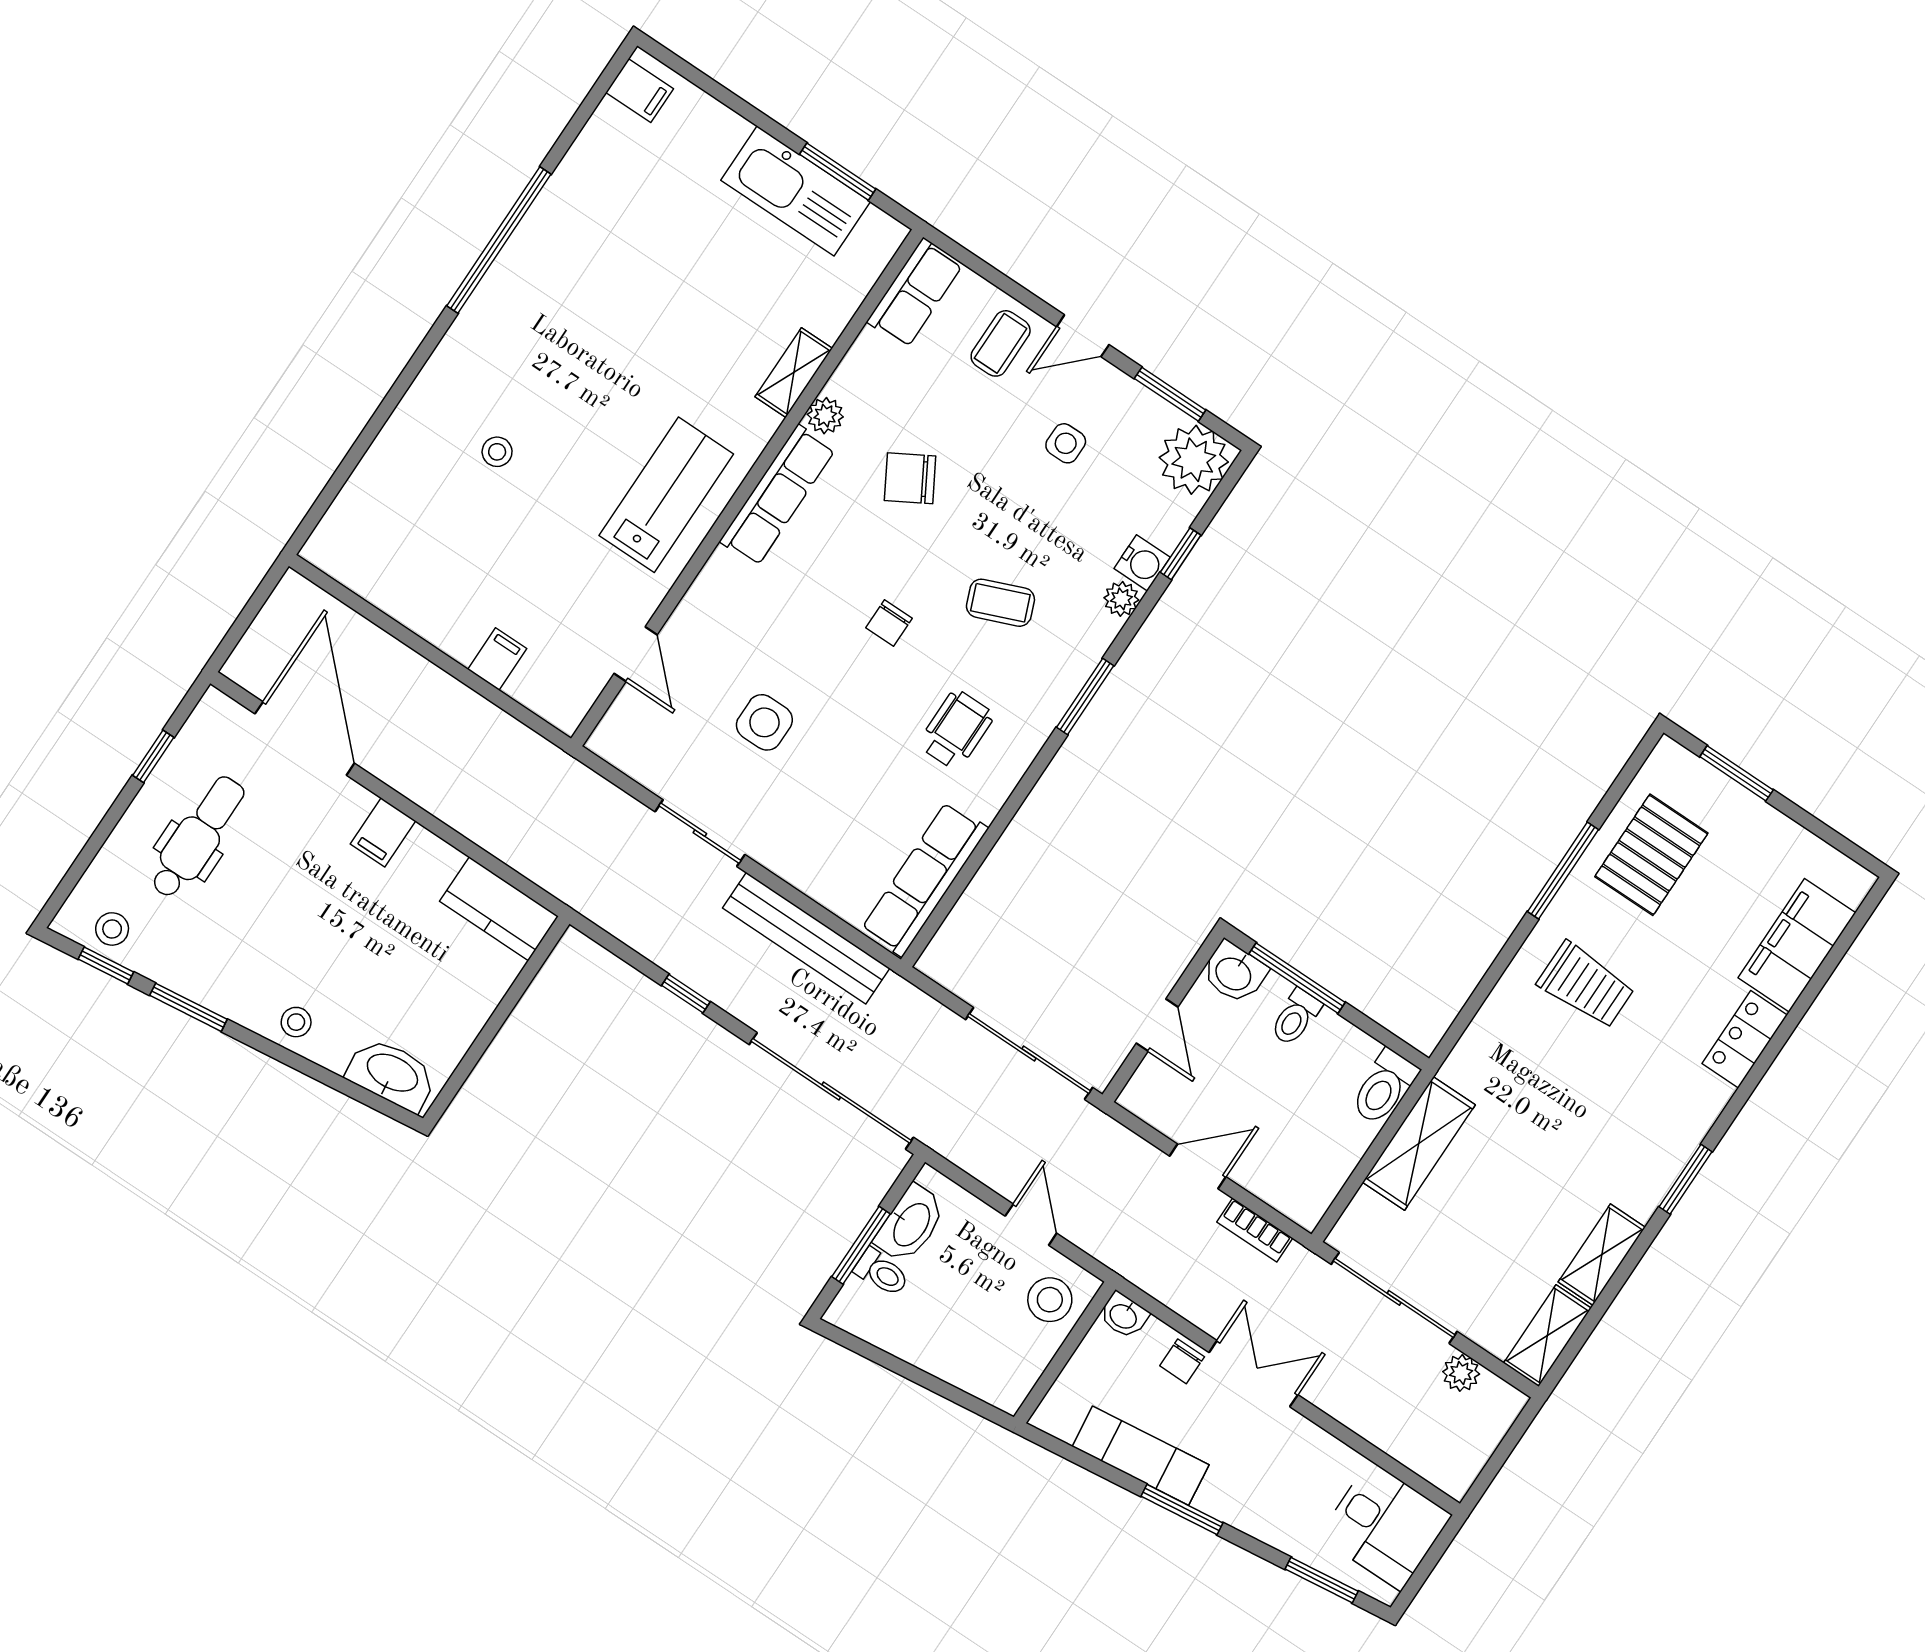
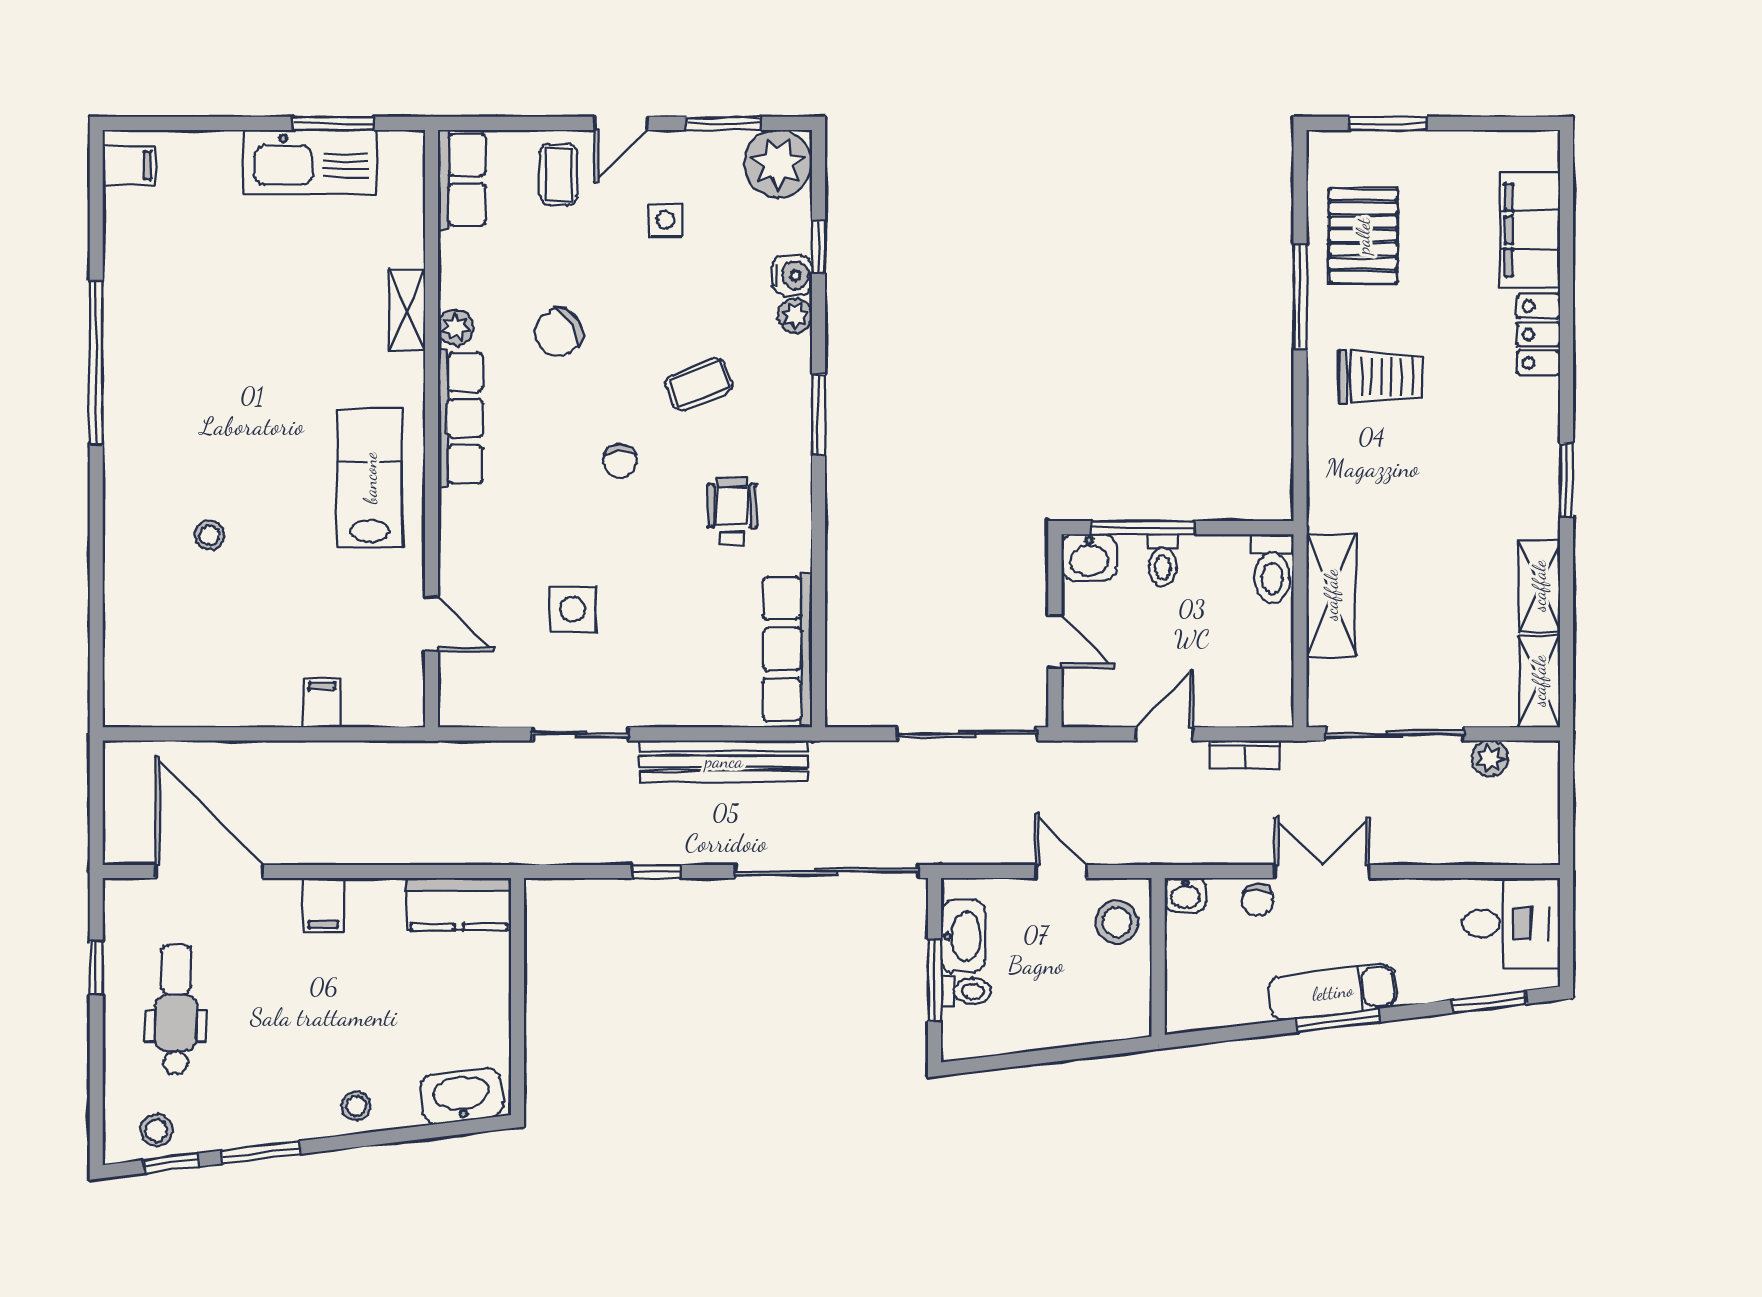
exam couch: (1141, 1456) -> (1333, 992), moved

